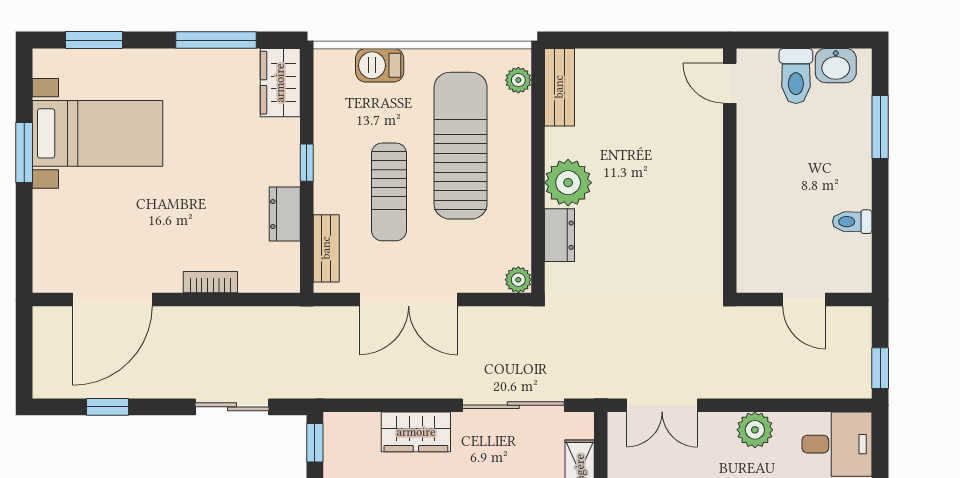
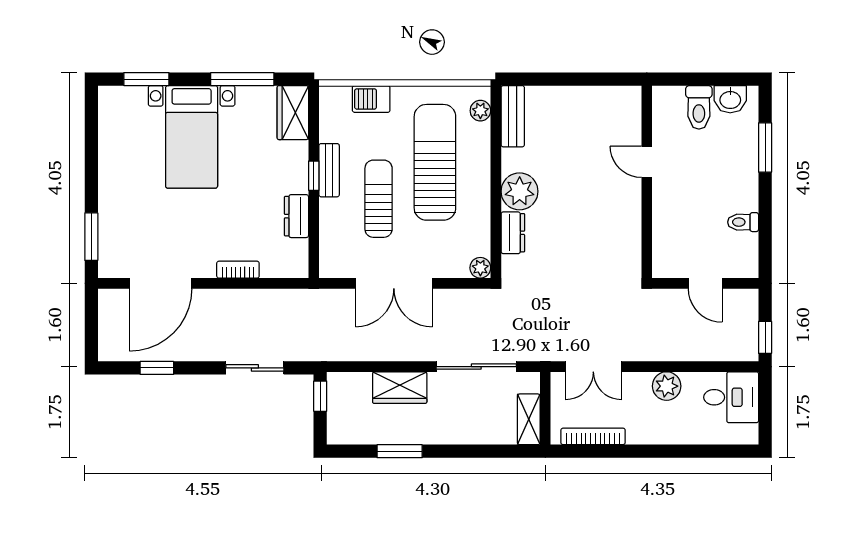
door: (730, 83) -> (647, 162), moved
bed with nightstands: (97, 133) -> (192, 137), moved, turned 90
window: (24, 152) -> (91, 237), moved
sun lounger: (389, 192) -> (379, 199), turned 180
bench: (326, 248) -> (329, 170), moved

